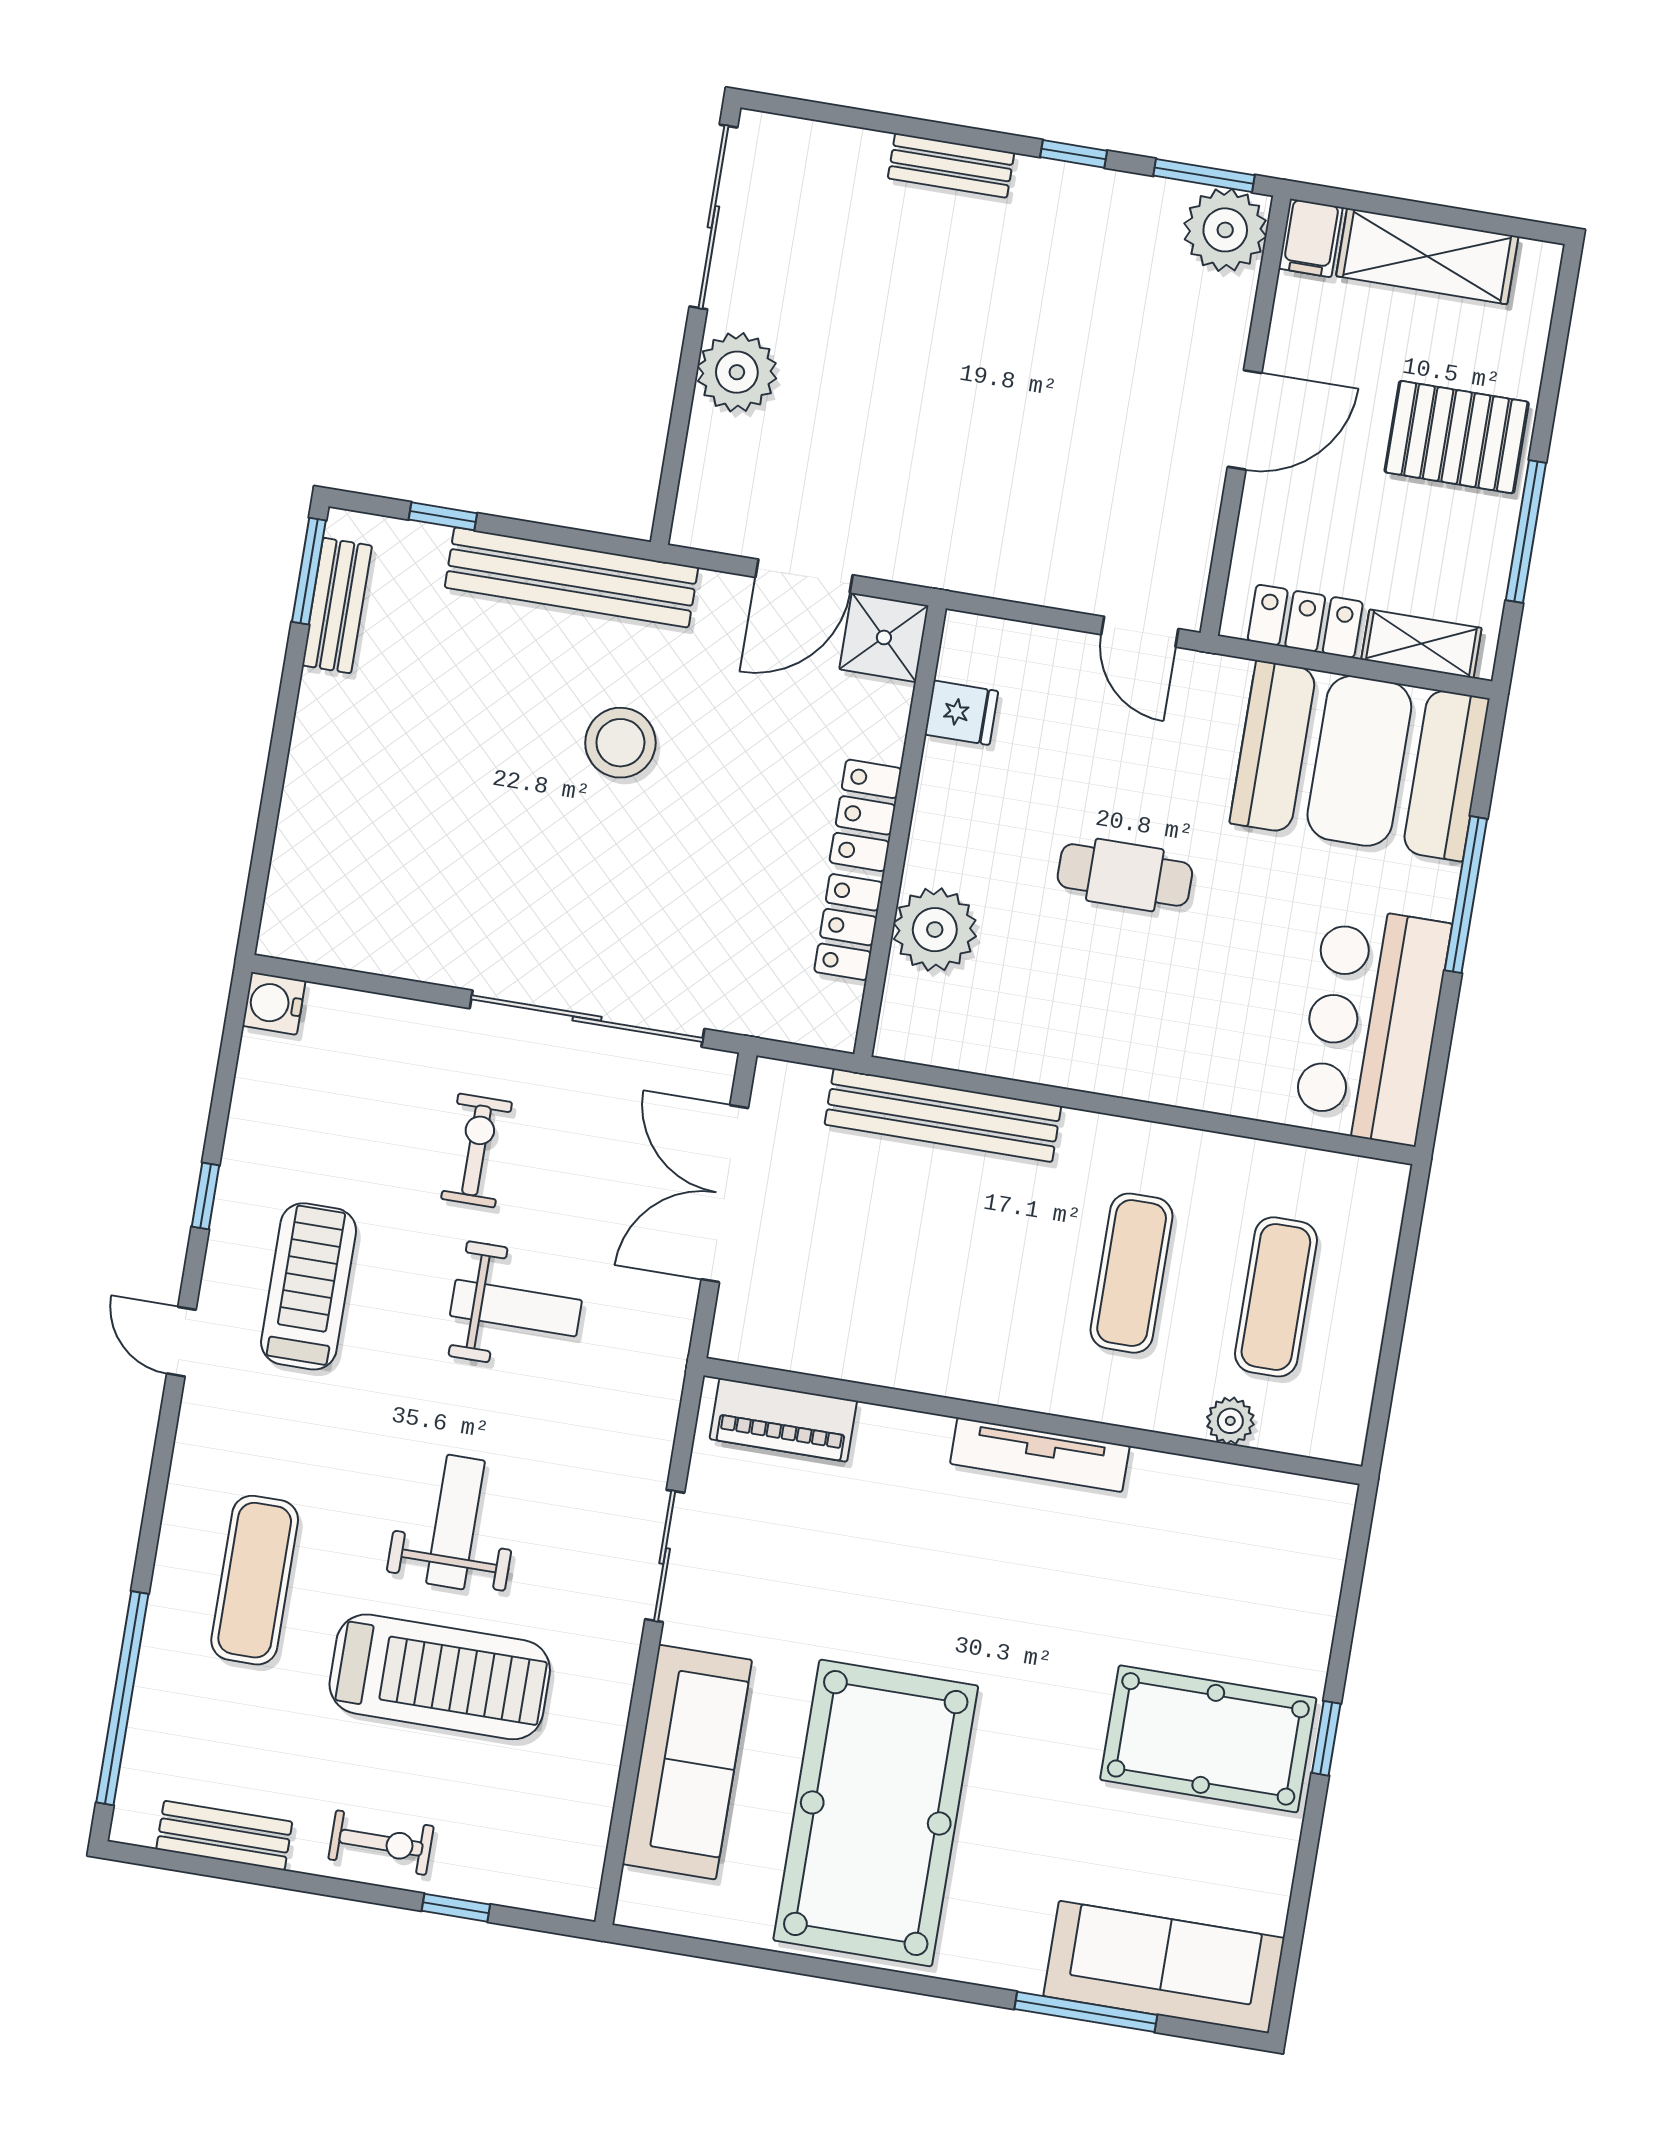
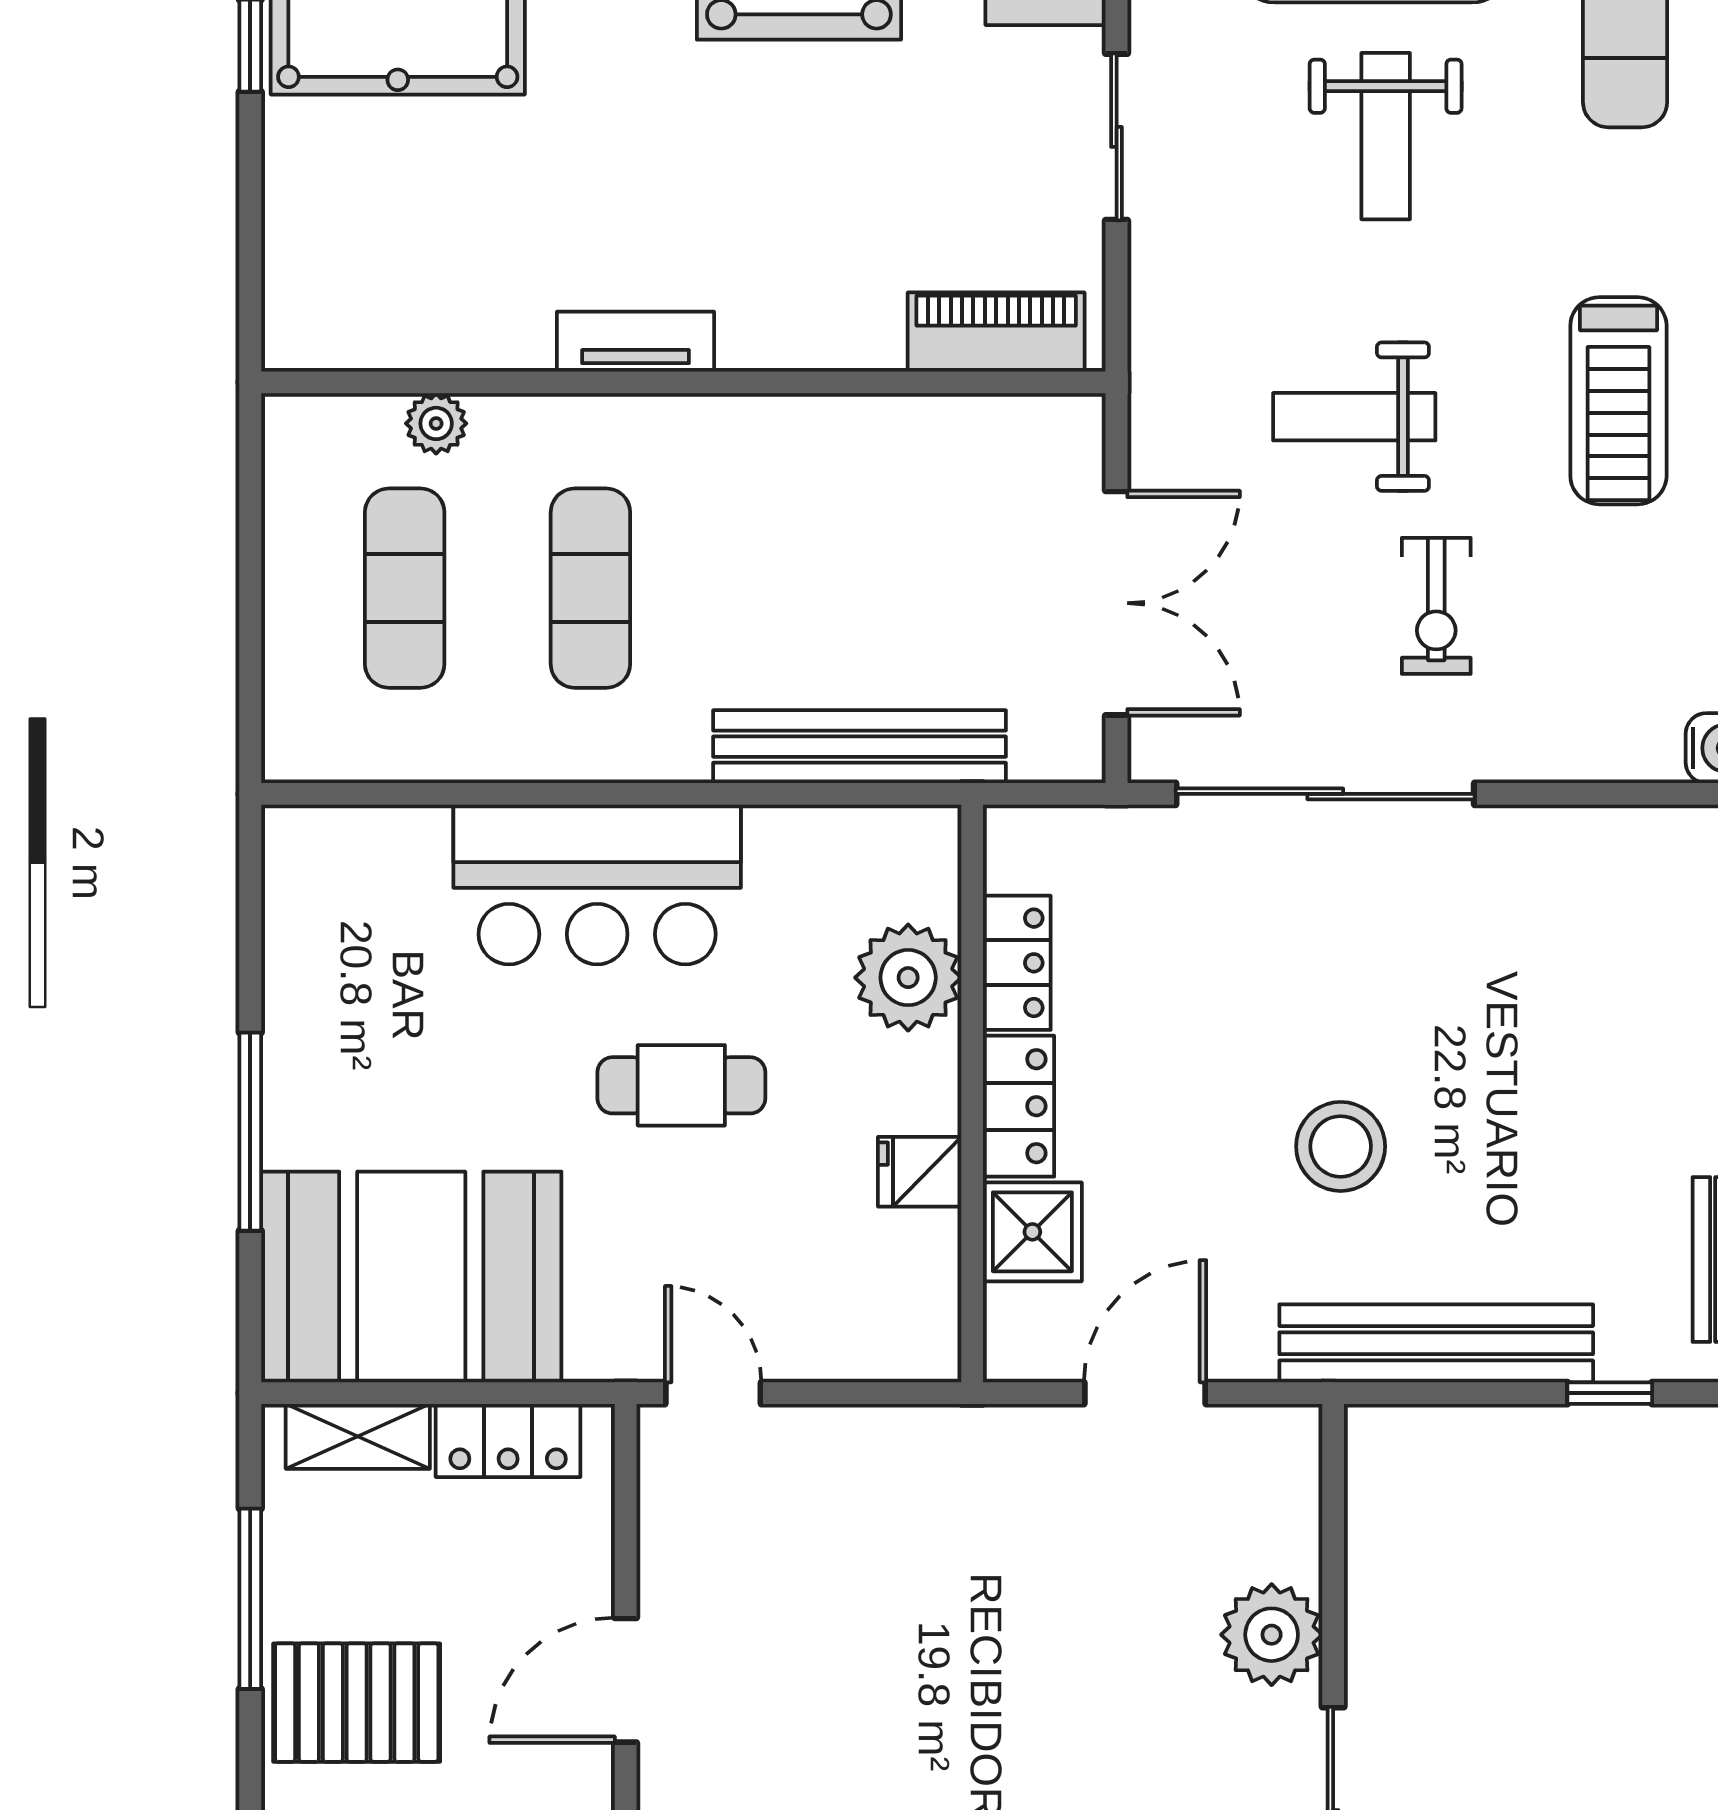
shower: (884, 637) -> (1032, 1232), moved
fridge: (961, 713) -> (920, 1172), moved
bar counter: (1372, 1025) -> (597, 885), moved, turned 90
tv unit: (1040, 1455) -> (636, 342), width x0.71

